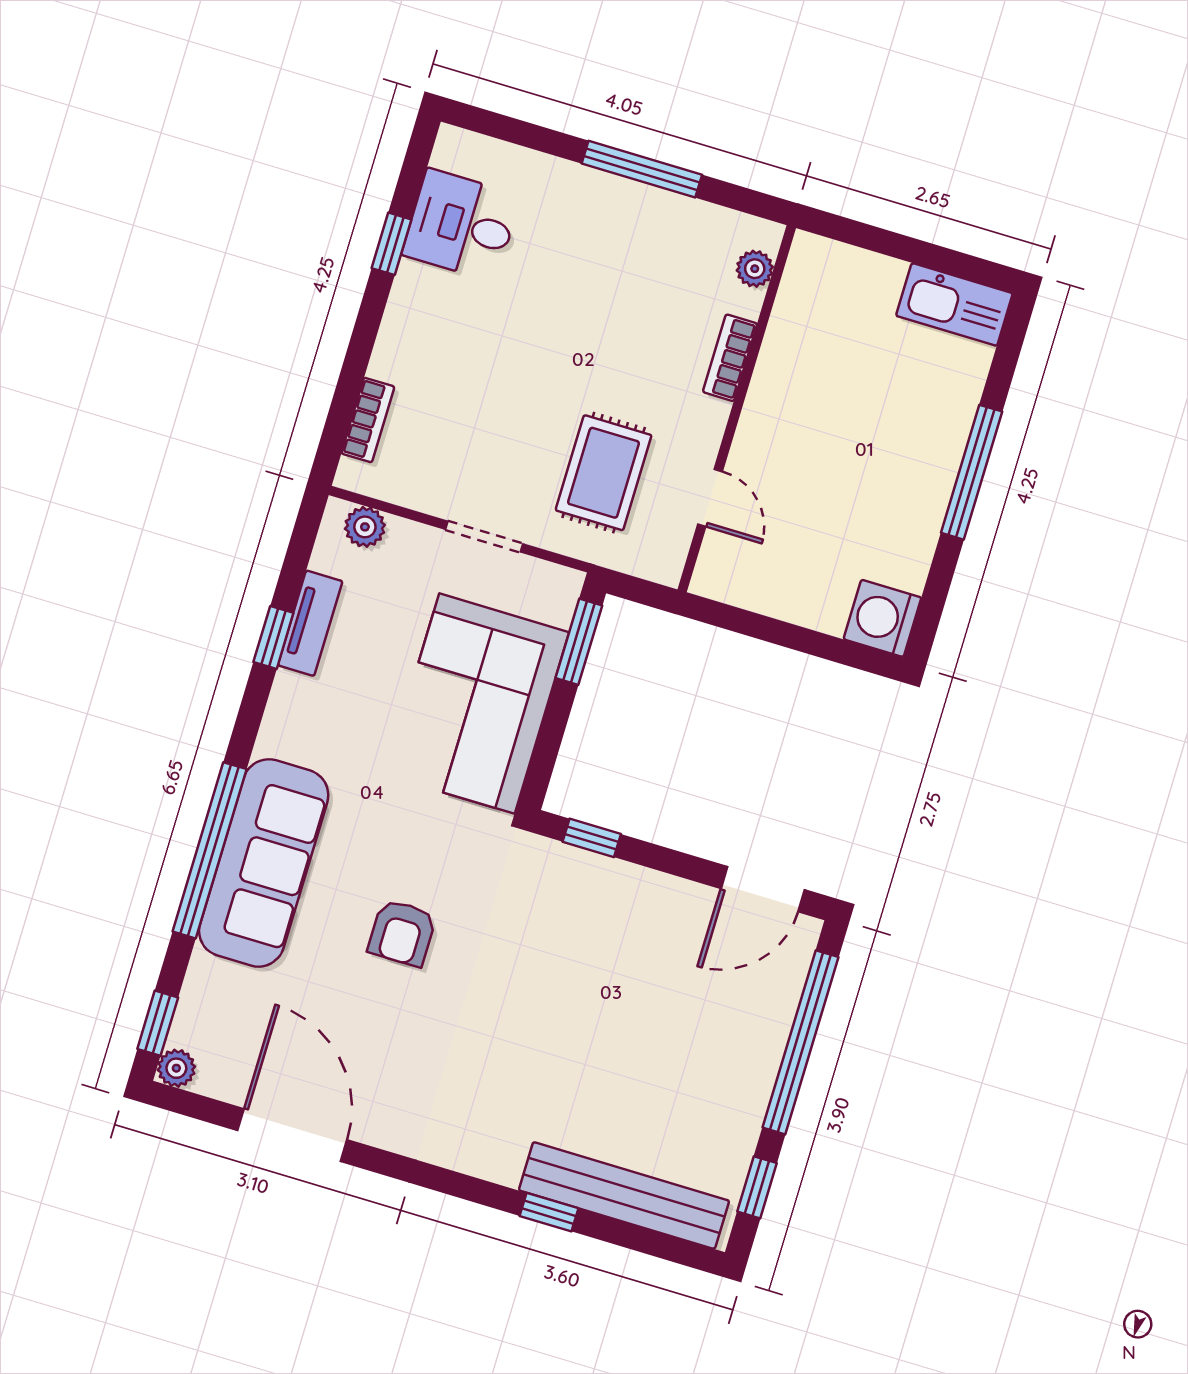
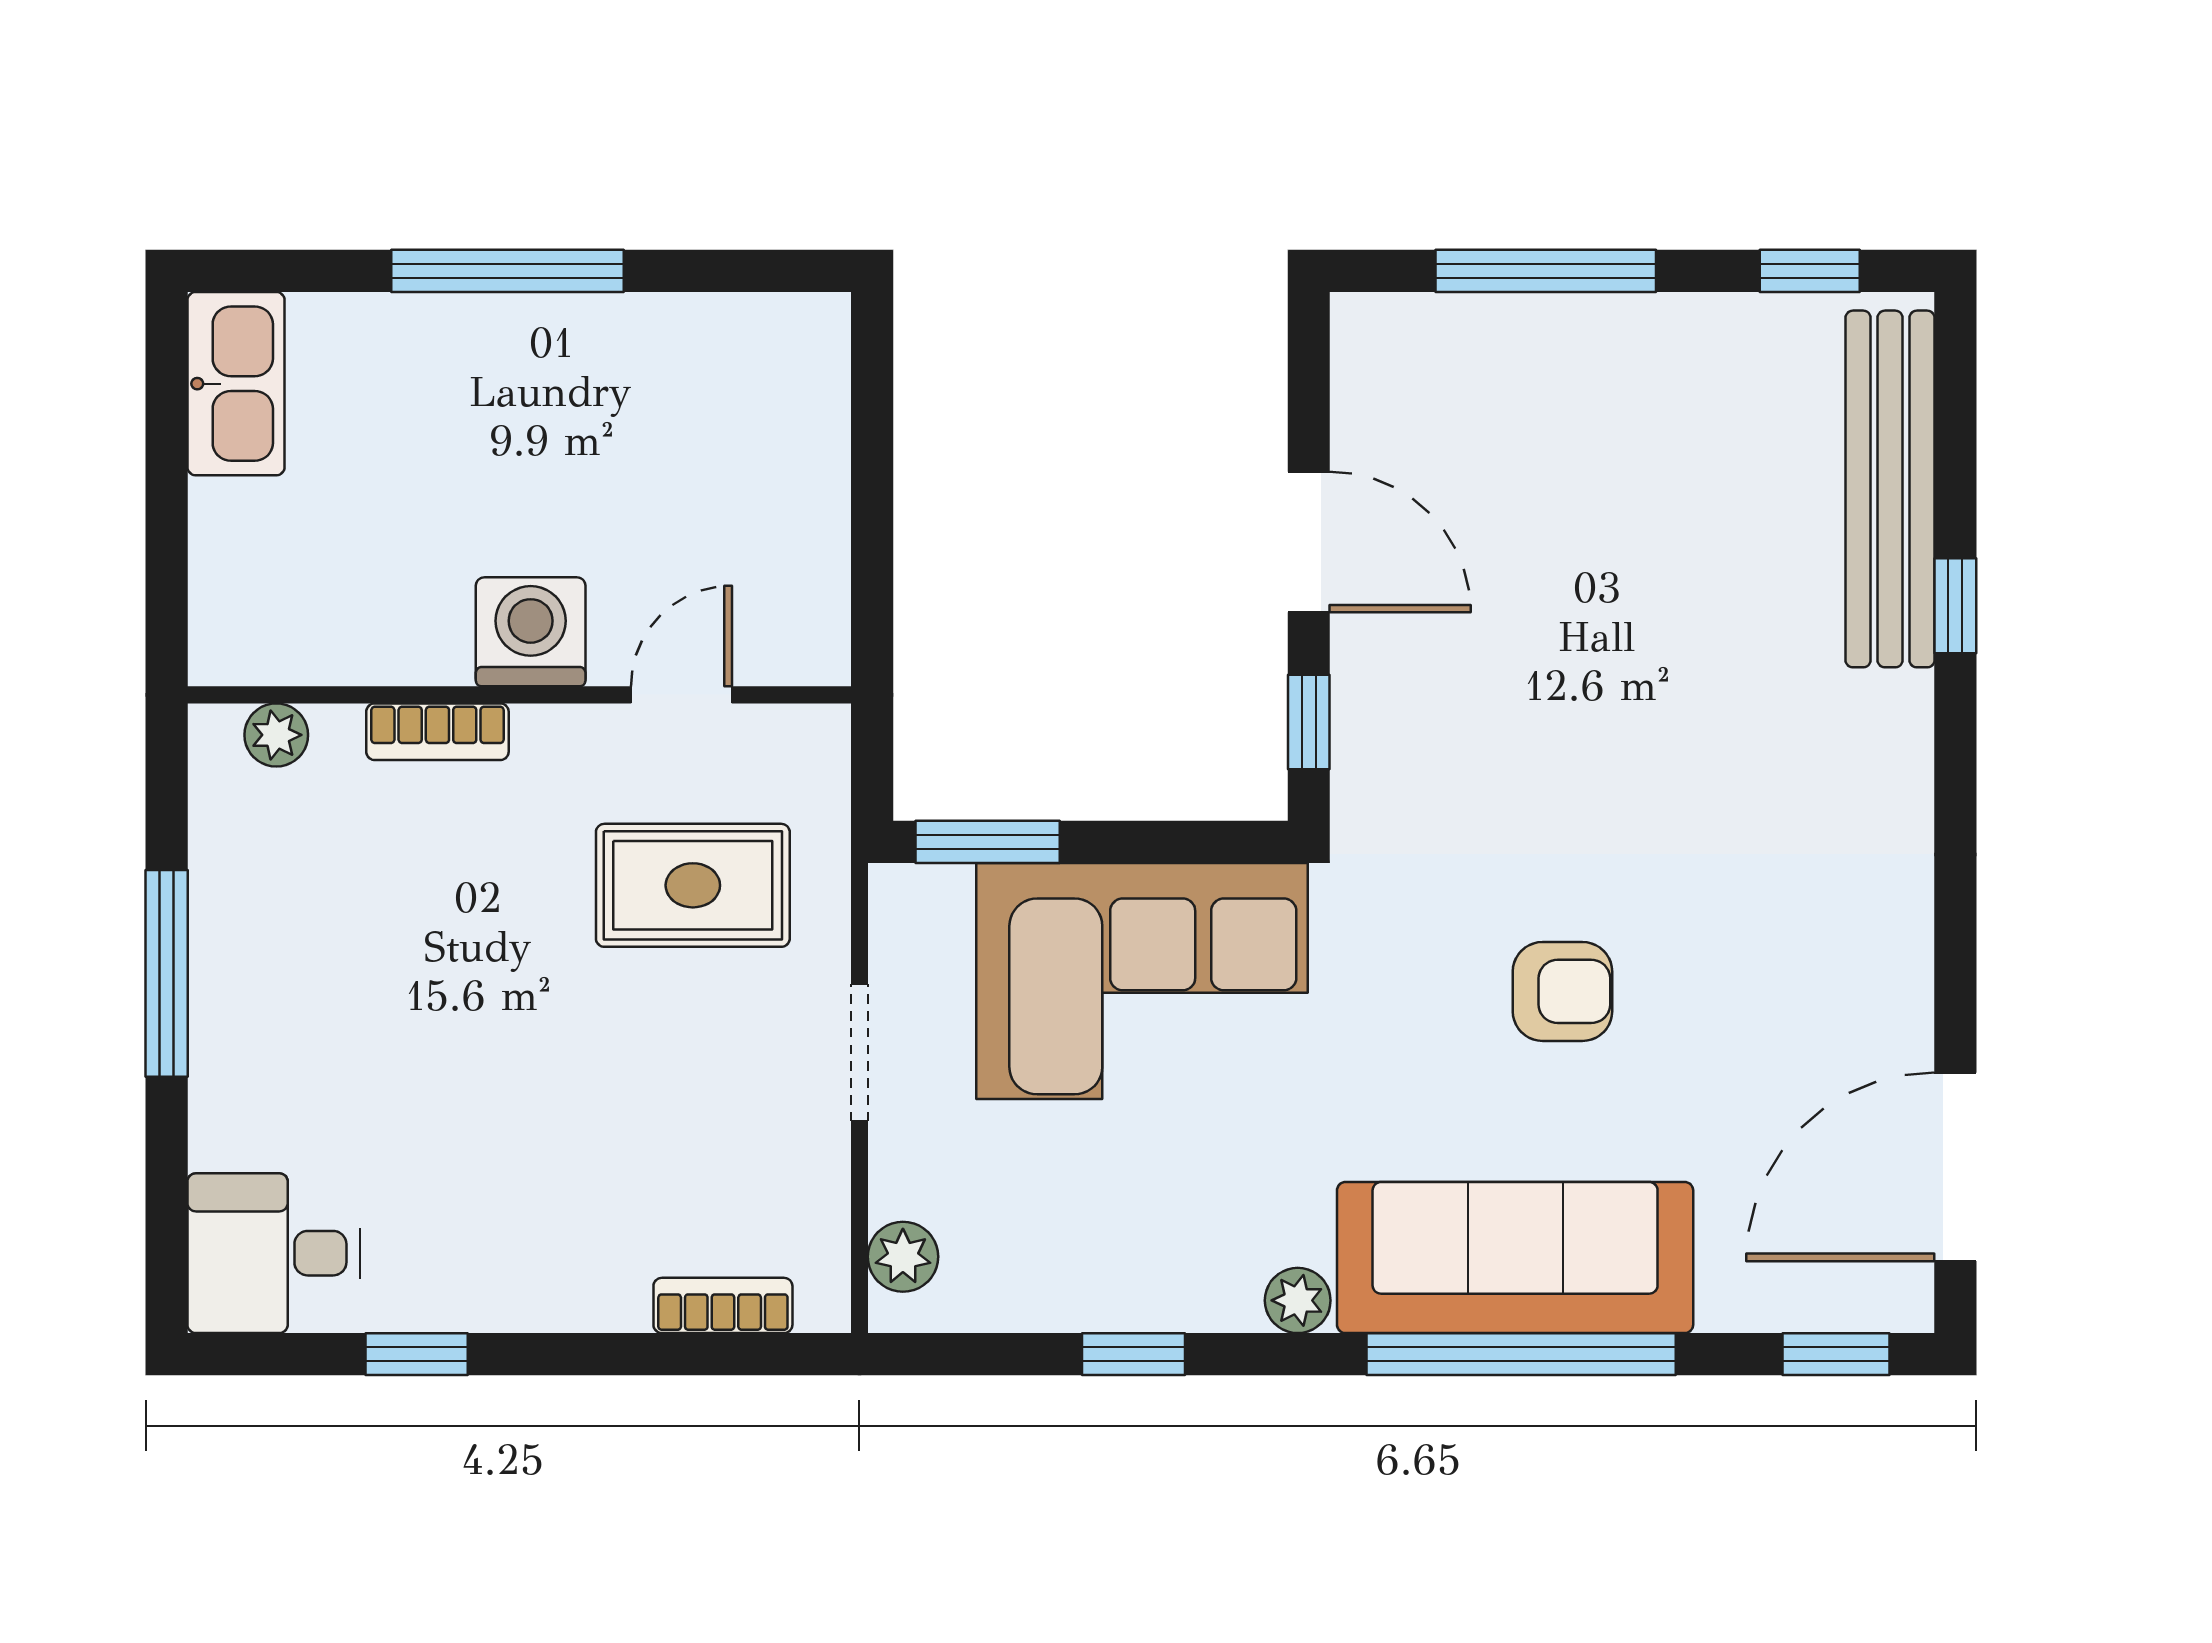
desk: (461, 225) -> (274, 1253), moved, turned 90
washing machine: (882, 618) -> (531, 632), moved, turned 180
tv unit: (310, 623) -> (1091, 1300), removed
door: (763, 889) -> (1309, 542), moved
window: (801, 1042) -> (1546, 271), width x0.68
plant: (176, 1068) -> (1298, 1300), moved
door: (292, 1135) -> (1955, 1167), moved

